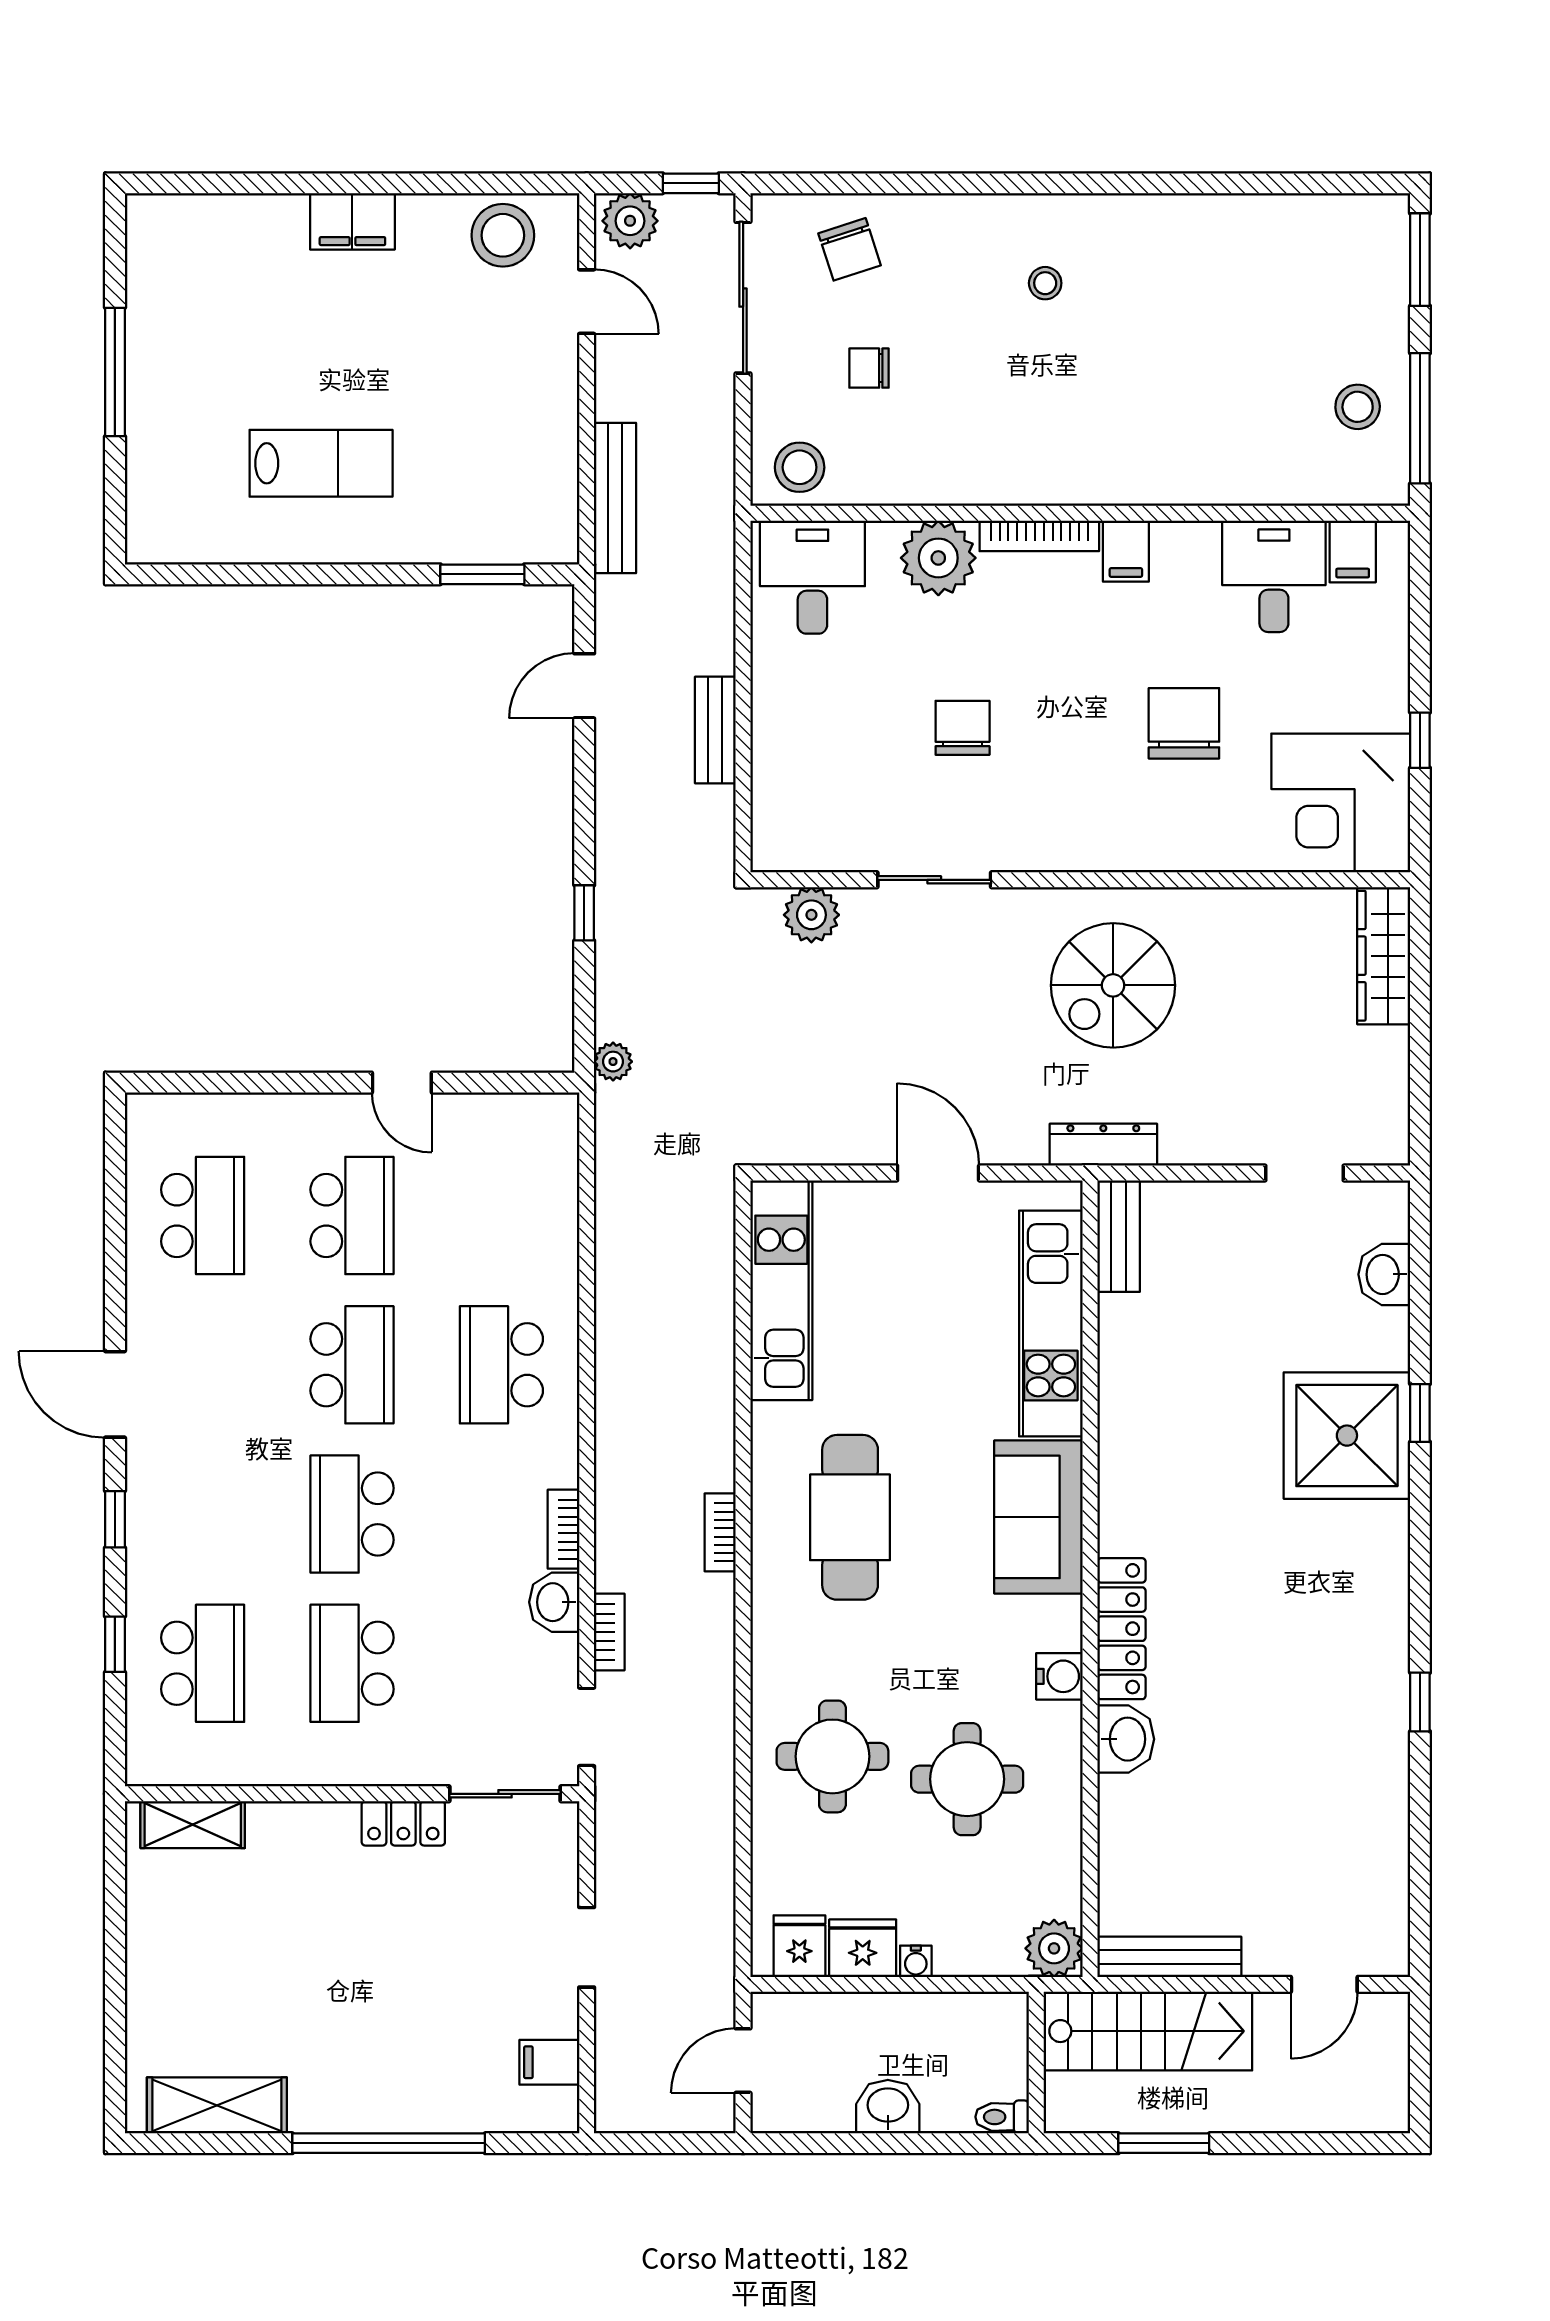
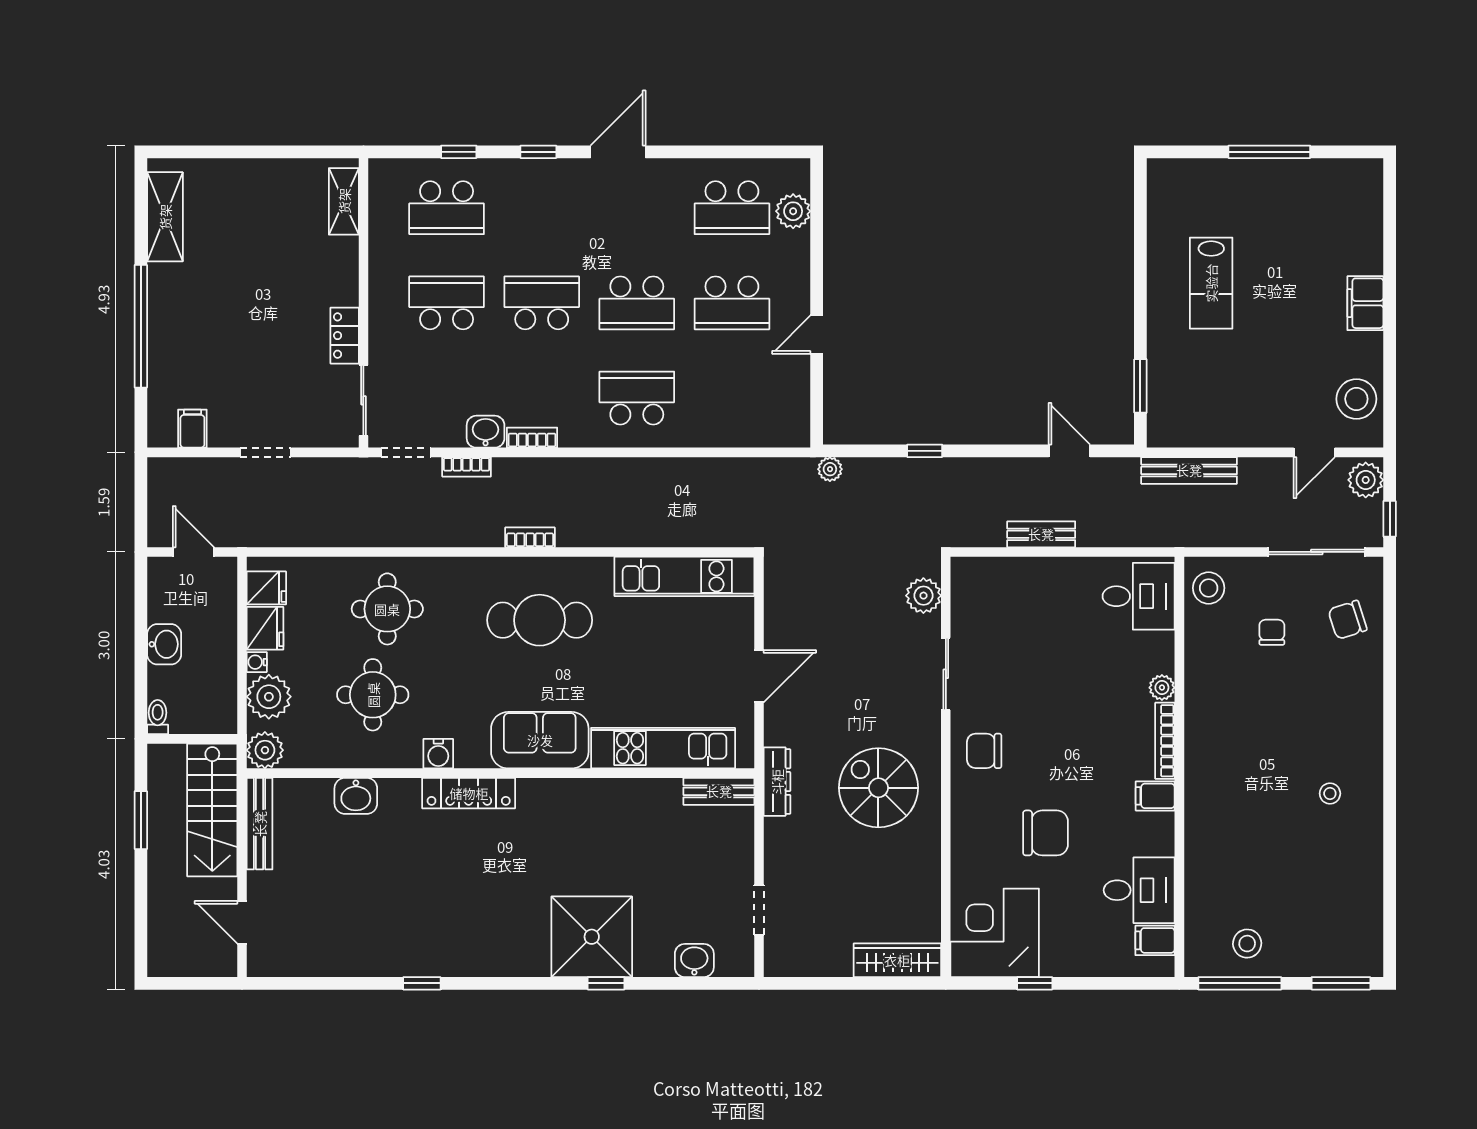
stool: (1045, 283) -> (1330, 793), moved
plant: (938, 558) -> (1162, 688), width x0.53, depth x0.53
chair: (963, 728) -> (984, 751), moved, turned 180
plant: (208, 1119) -> (793, 211), added
washbasin: (1126, 1739) -> (356, 796), moved
plant: (970, 1942) -> (269, 697), added

